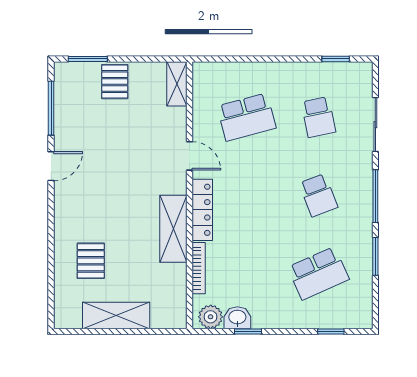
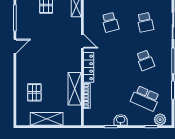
school desk: (246, 117) -> (110, 22), width x0.54
shelving: (173, 229) -> (75, 89), moved
school desk: (318, 273) -> (145, 98), turned 48
plant: (211, 317) -> (160, 120), moved
washbasin: (237, 318) -> (121, 120), moved

